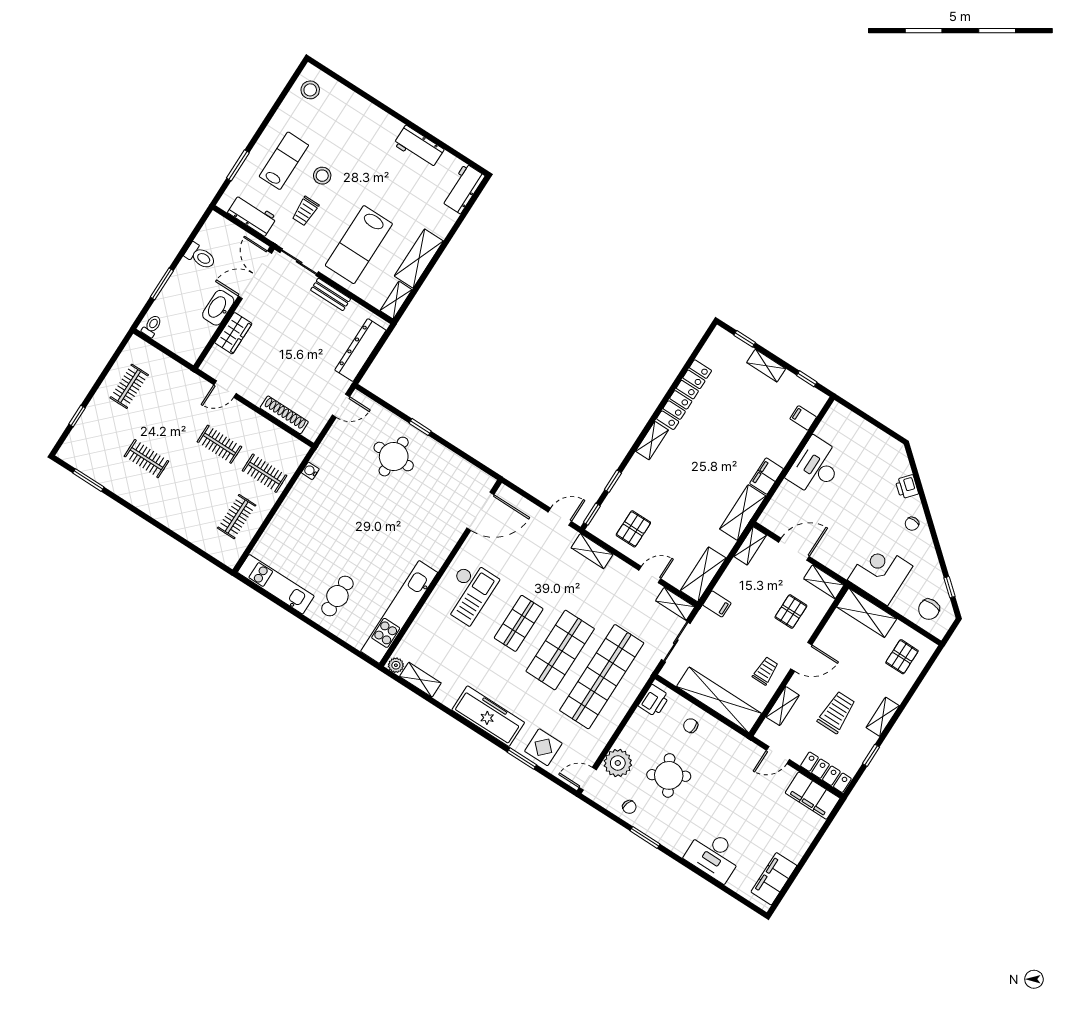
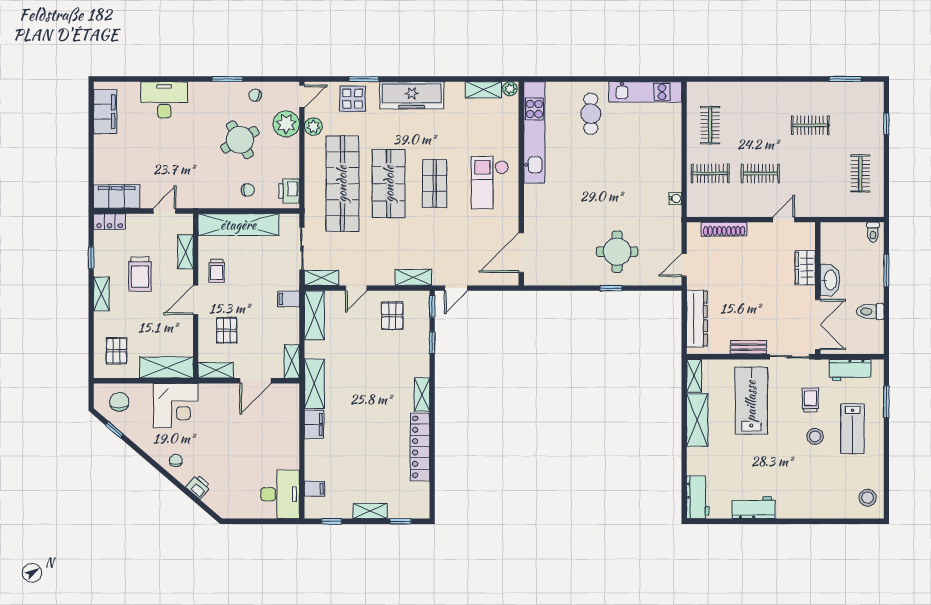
desk: (816, 467) -> (280, 494), moved
plant: (595, 745) -> (313, 127), added
locker: (826, 772) -> (110, 222), width x0.66

